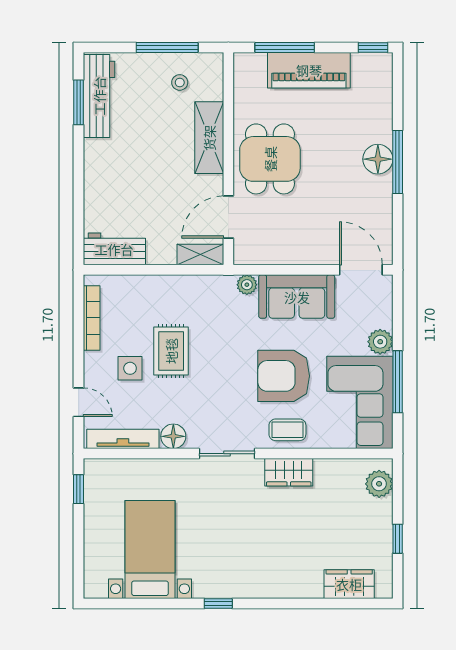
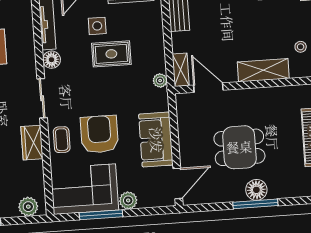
dining table: (270, 159) -> (239, 147), moved
plant: (247, 285) -> (160, 81), moved

